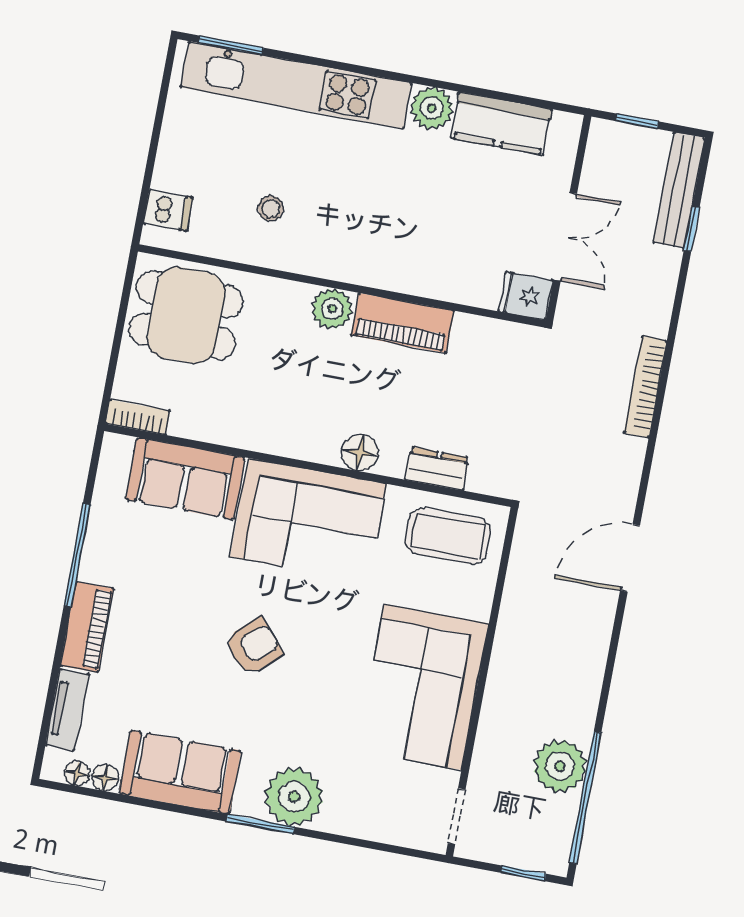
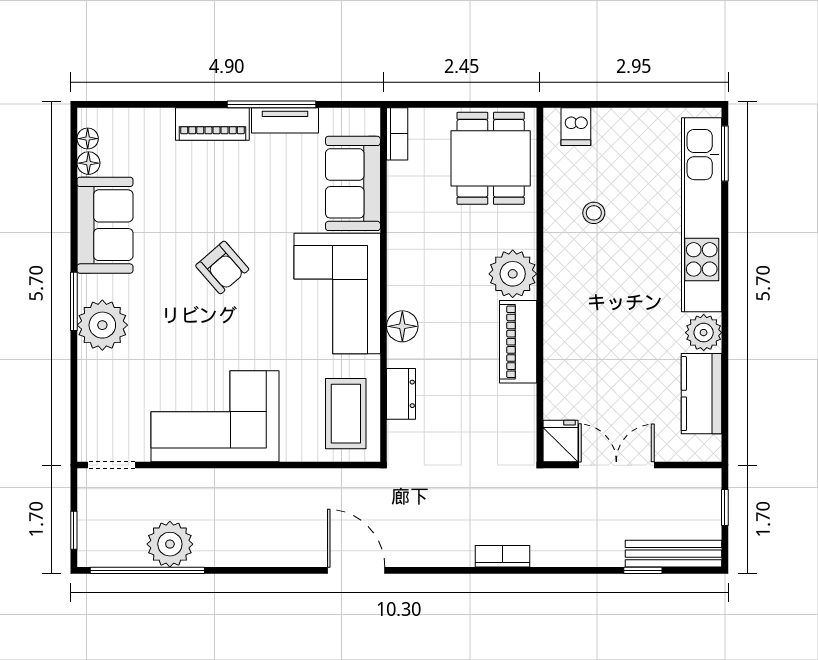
double door: (565, 237) -> (616, 465), swing flipped
plant: (332, 309) -> (513, 274), width x1.36, depth x1.36
bookcase: (645, 387) -> (503, 556), width x0.64
tv unit: (67, 710) -> (285, 120), moved

